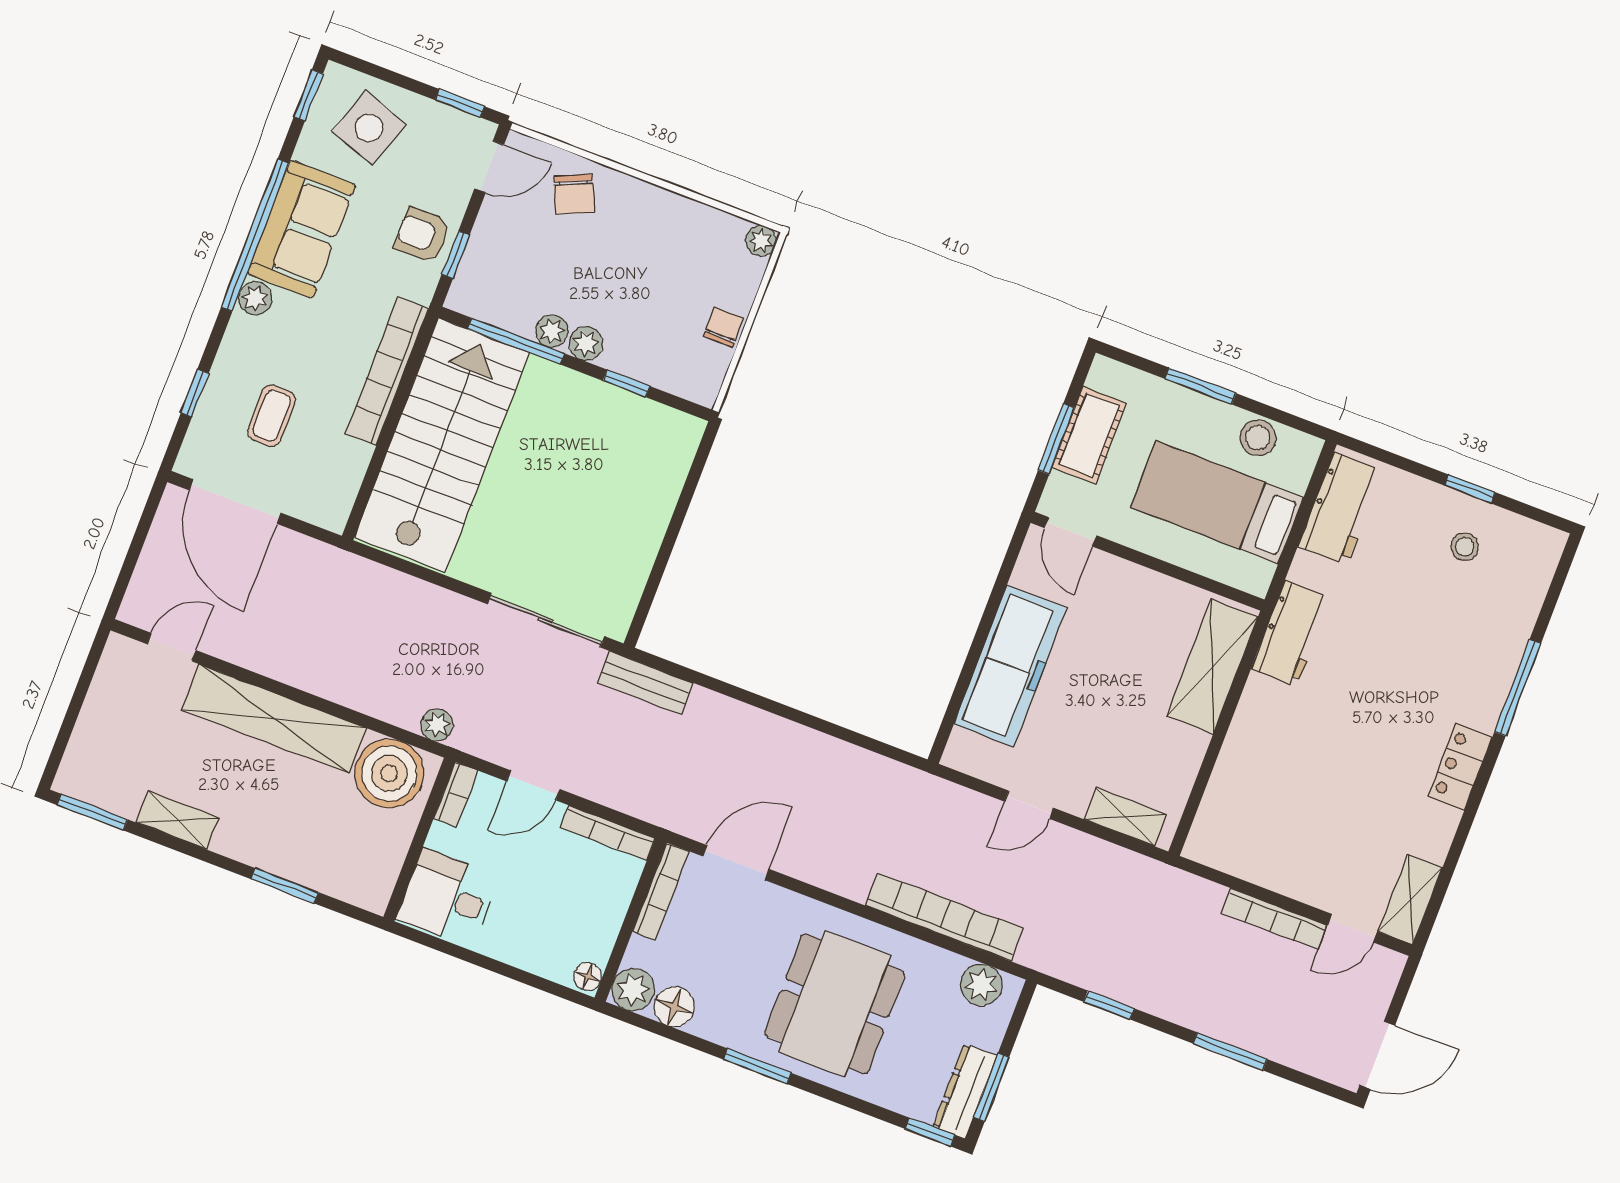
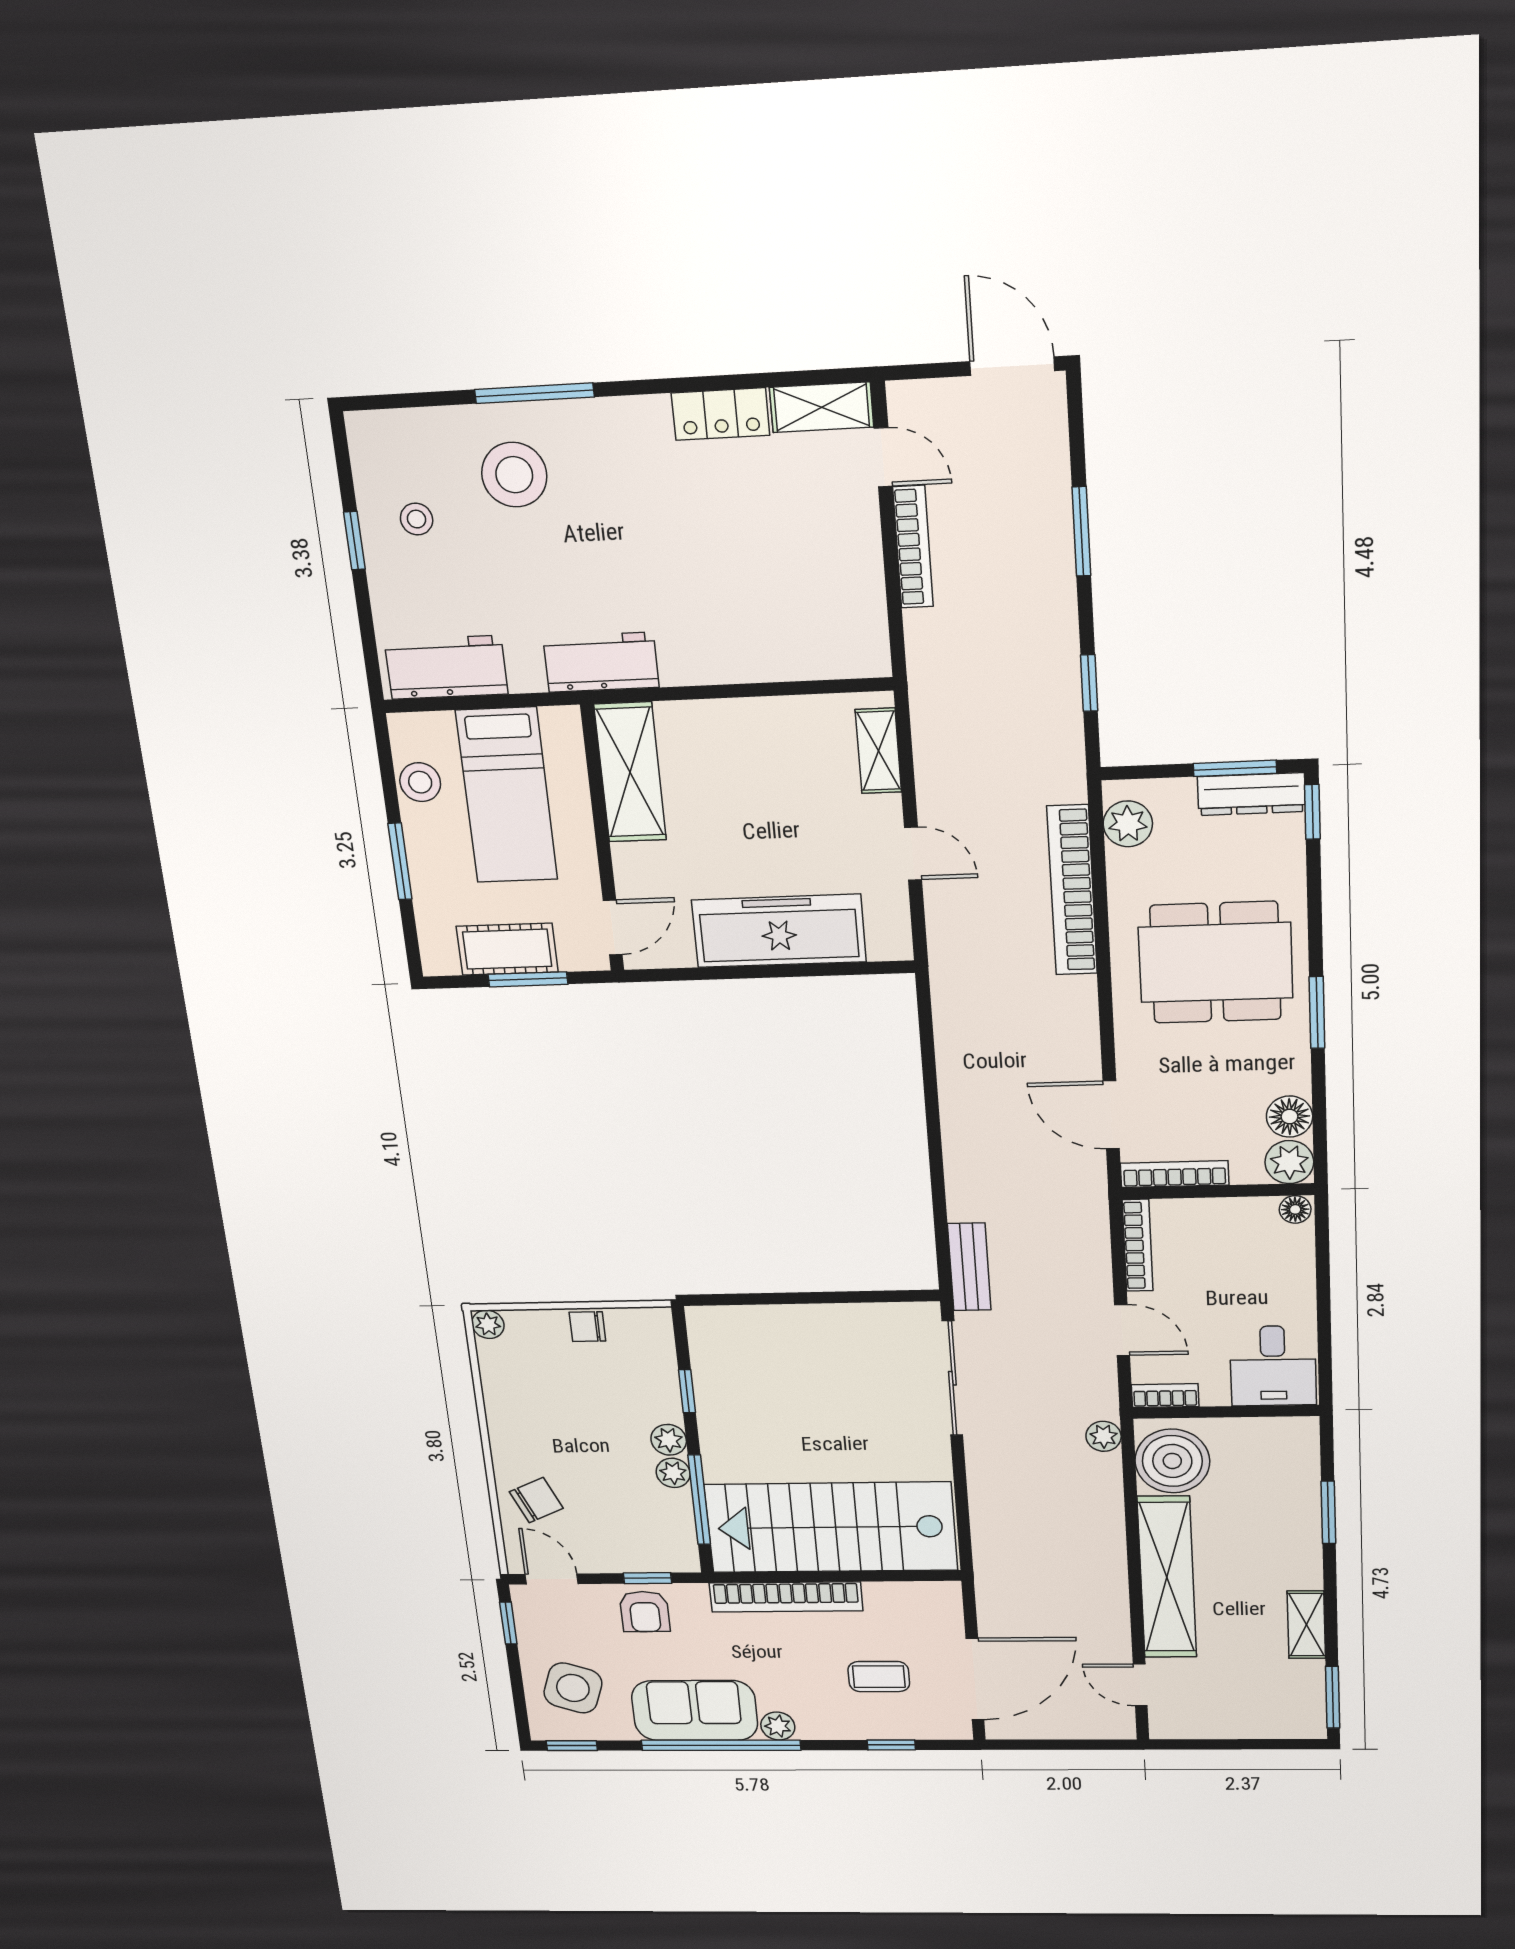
stool: (1464, 641) -> (514, 475), added
shelving: (1212, 667) -> (630, 772), moved, turned 90
locker: (1460, 767) -> (721, 414), moved

